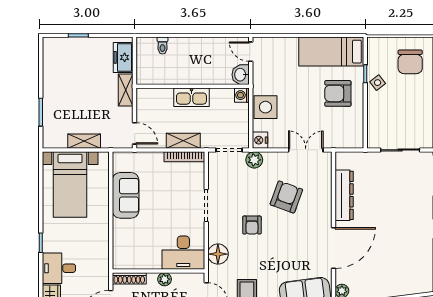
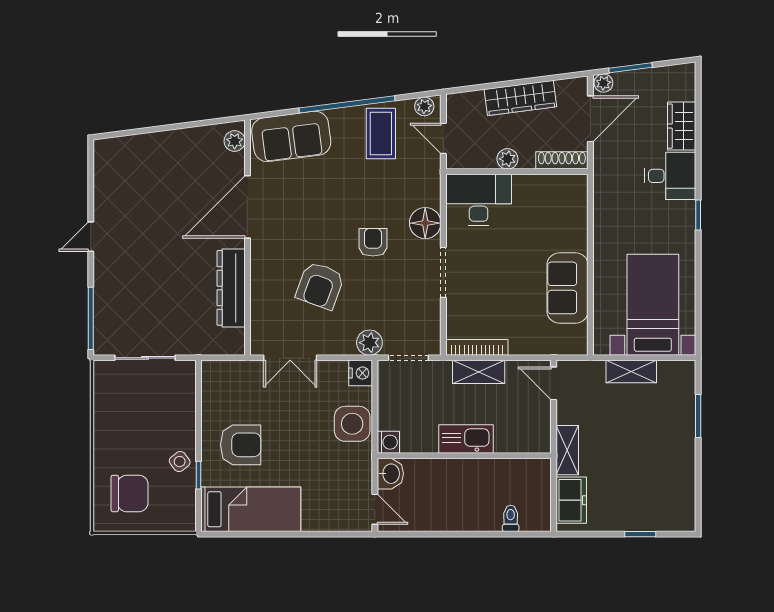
chair: (410, 62) -> (129, 493), turned 90
floor lamp: (218, 254) -> (425, 223), moved

